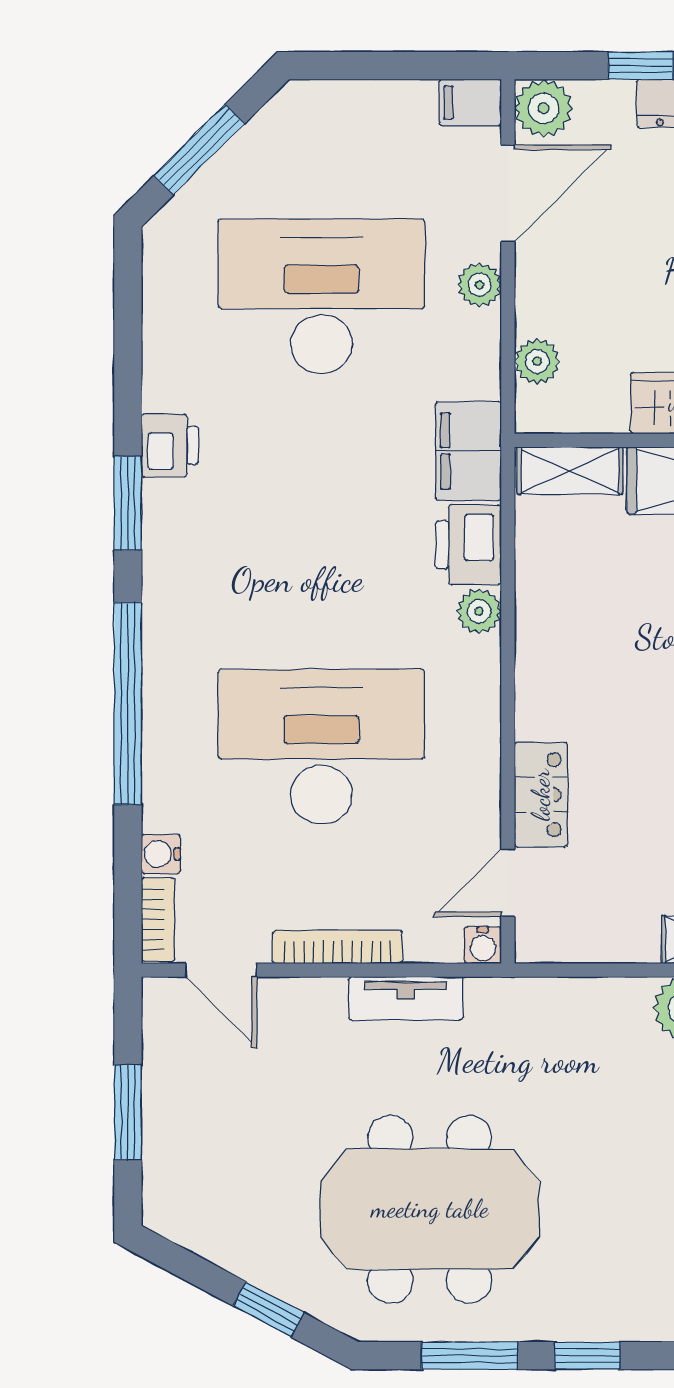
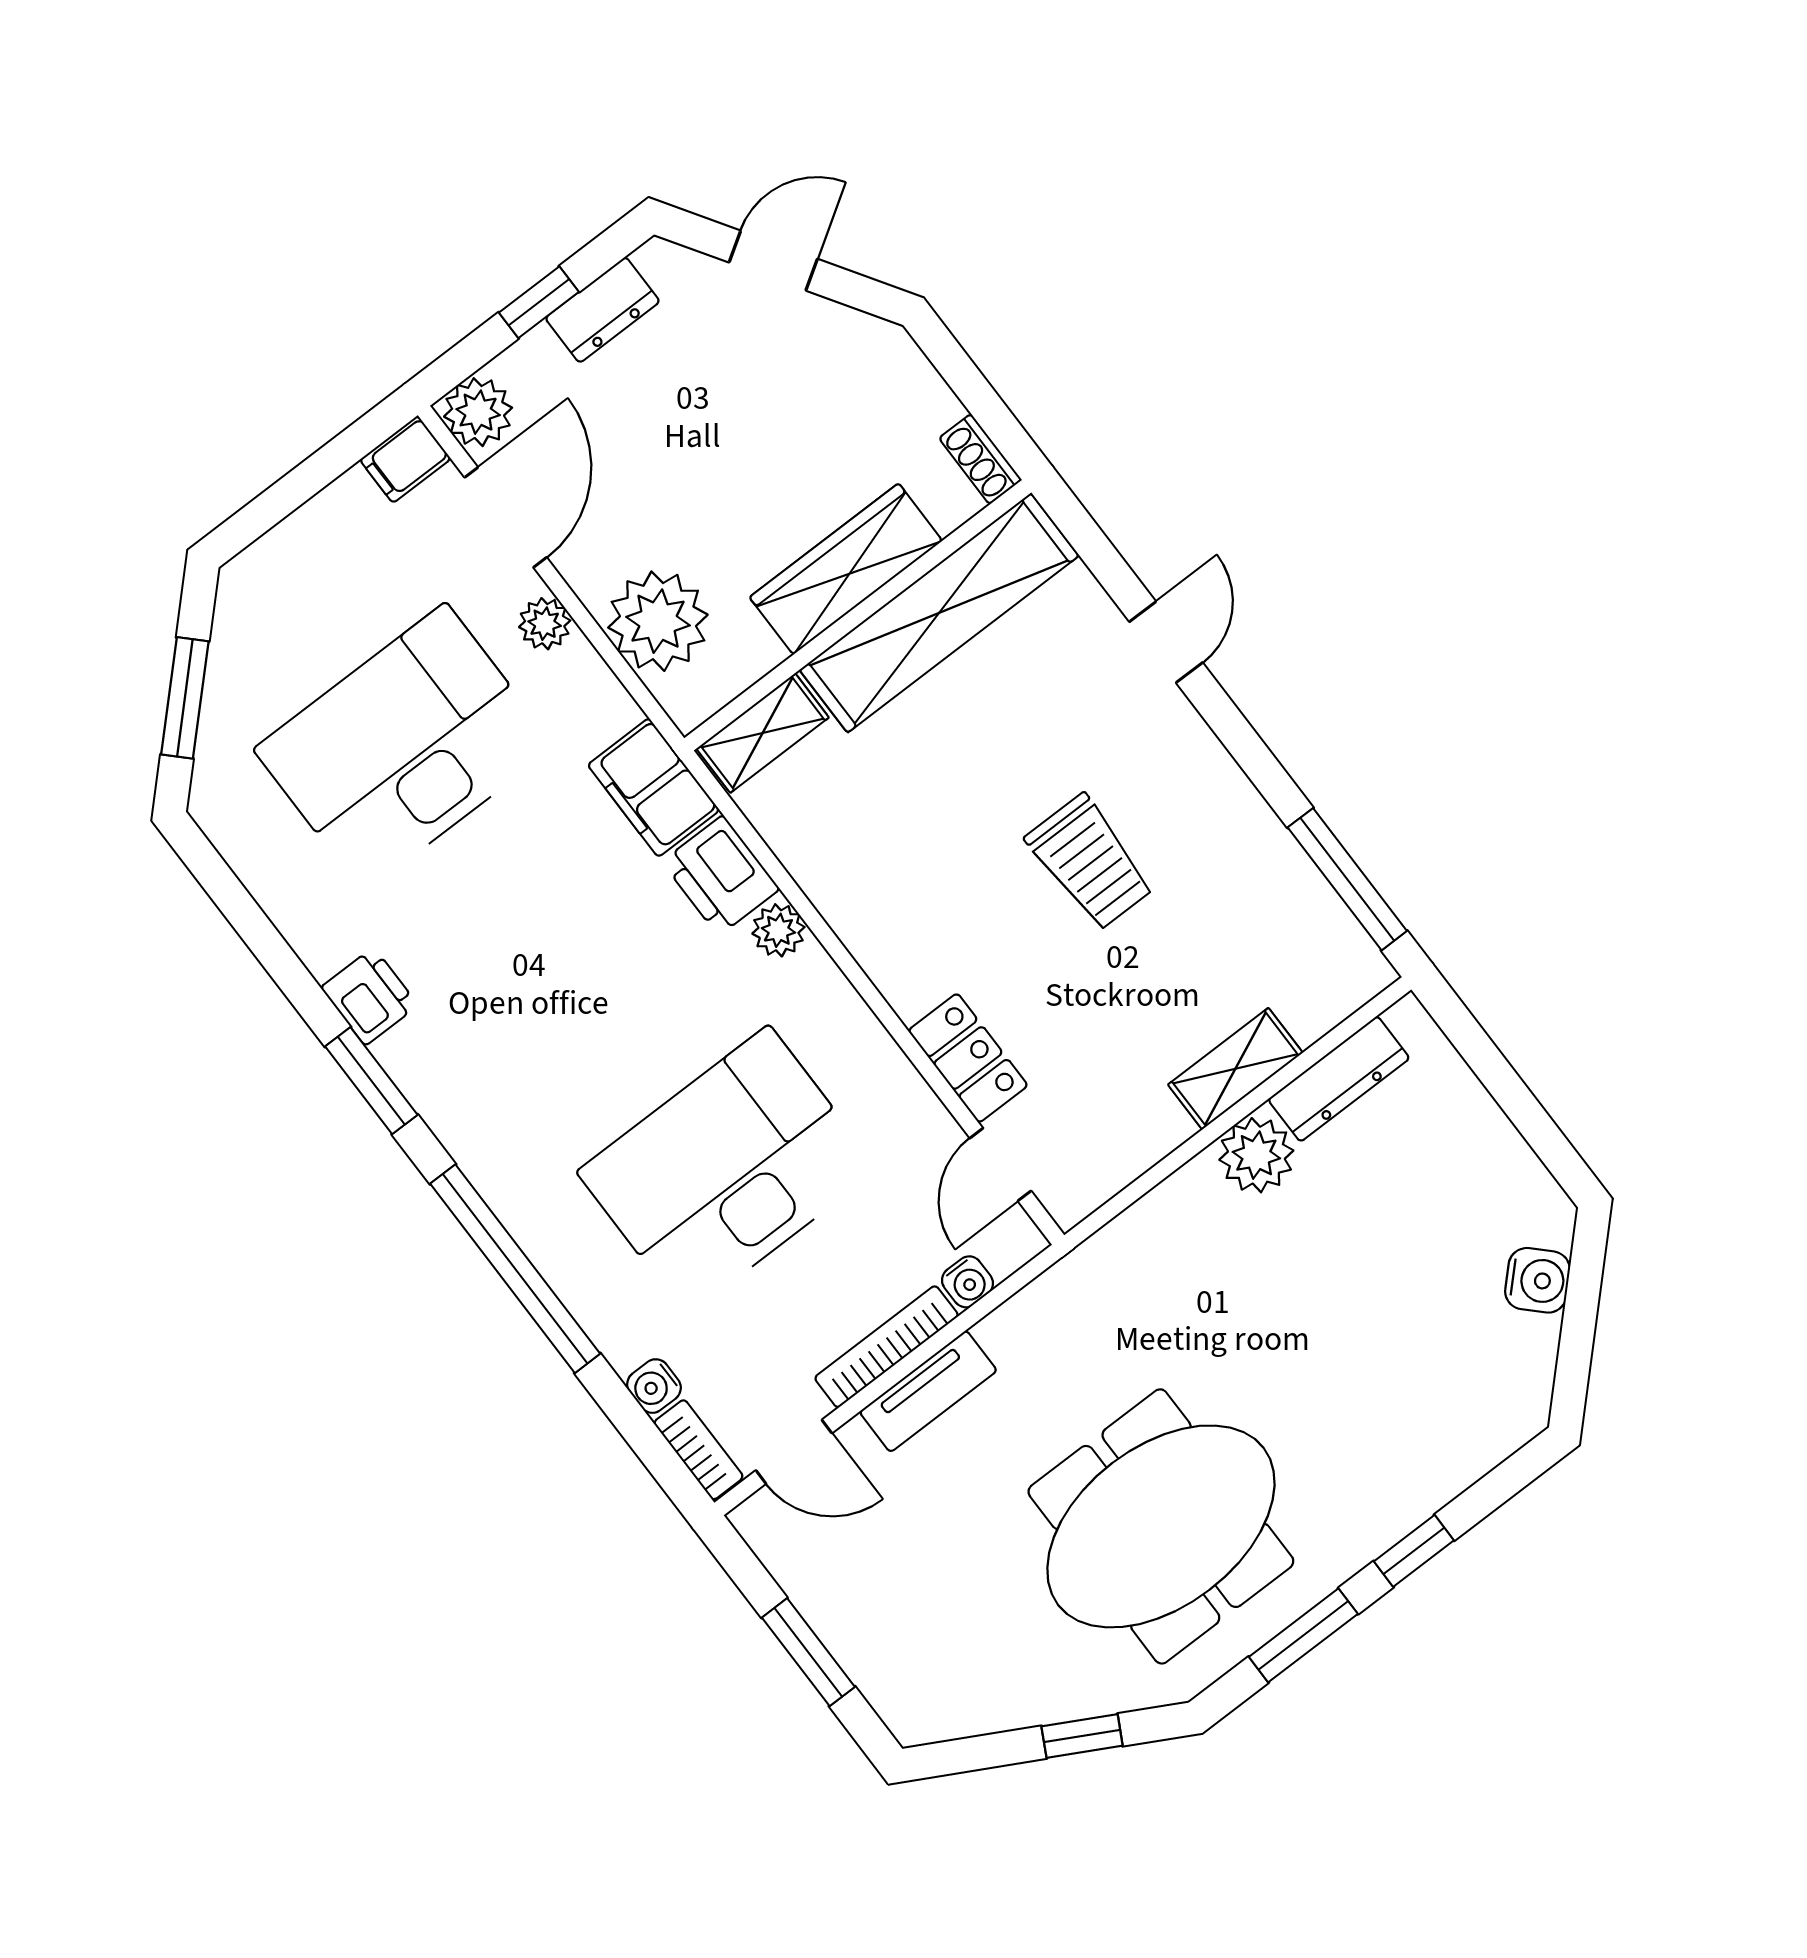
plant: (537, 361) -> (658, 621), width x1.88, depth x1.88
water cooler: (483, 945) -> (968, 1282), moved
tv unit: (406, 998) -> (928, 1391), moved

